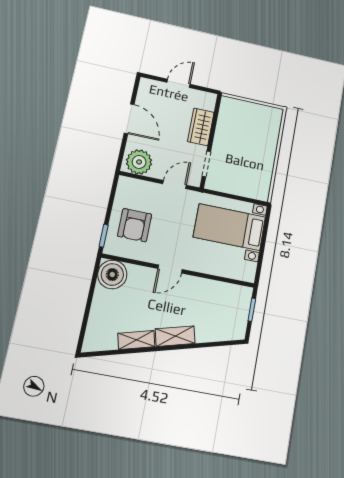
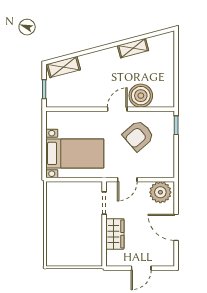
armchair: (135, 225) -> (138, 136), moved, turned -131
boiler: (112, 275) -> (141, 96), moved
shelving: (175, 336) -> (63, 67), moved

